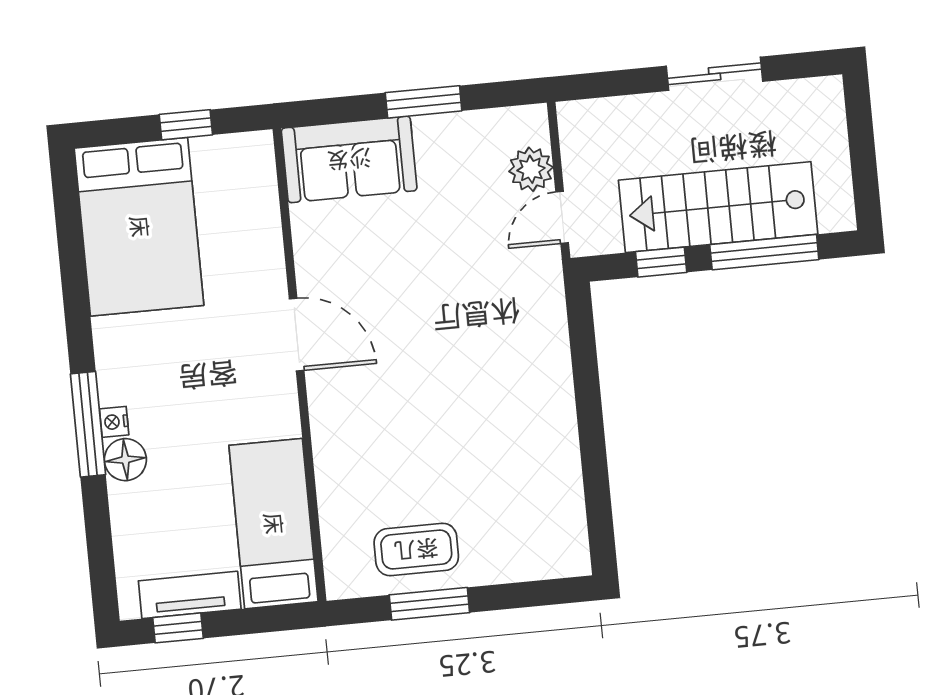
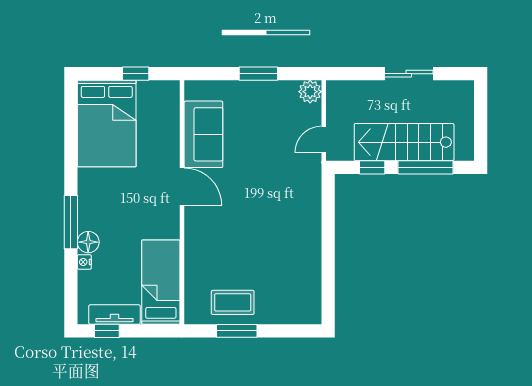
sofa: (349, 159) -> (203, 134), moved, turned -90
plant: (531, 169) -> (310, 92), moved
nightstand: (114, 422) -> (84, 262), moved

